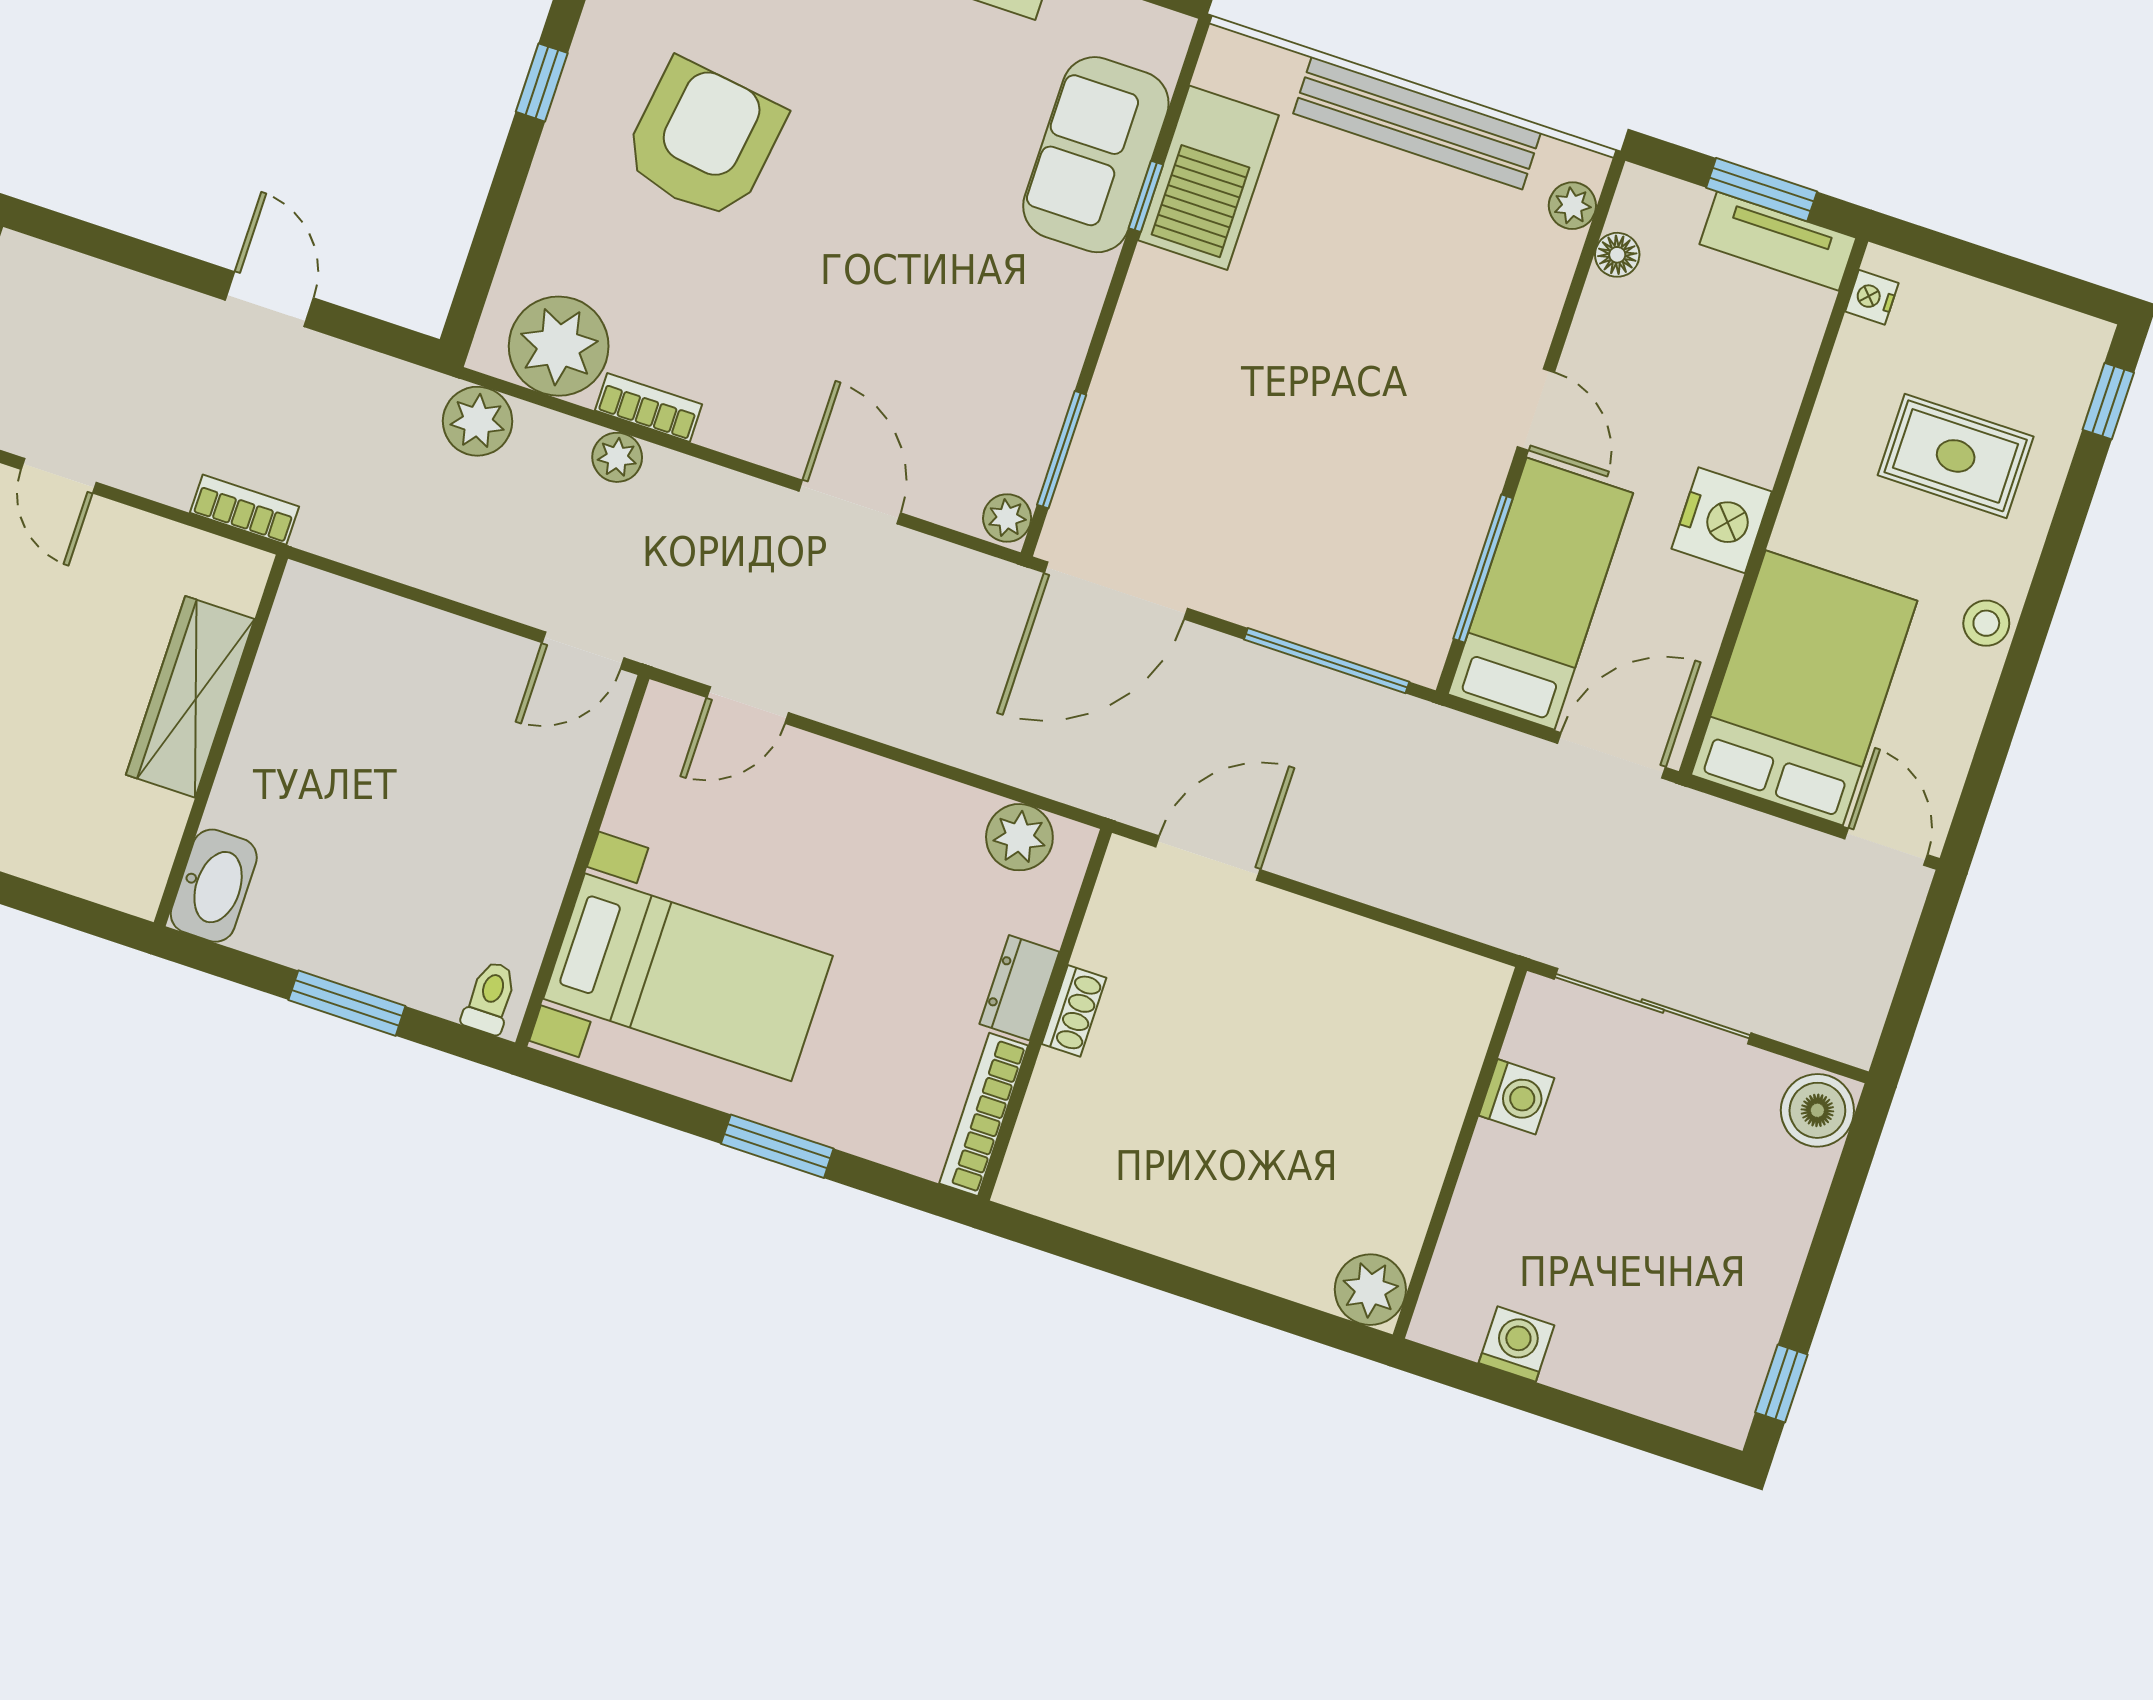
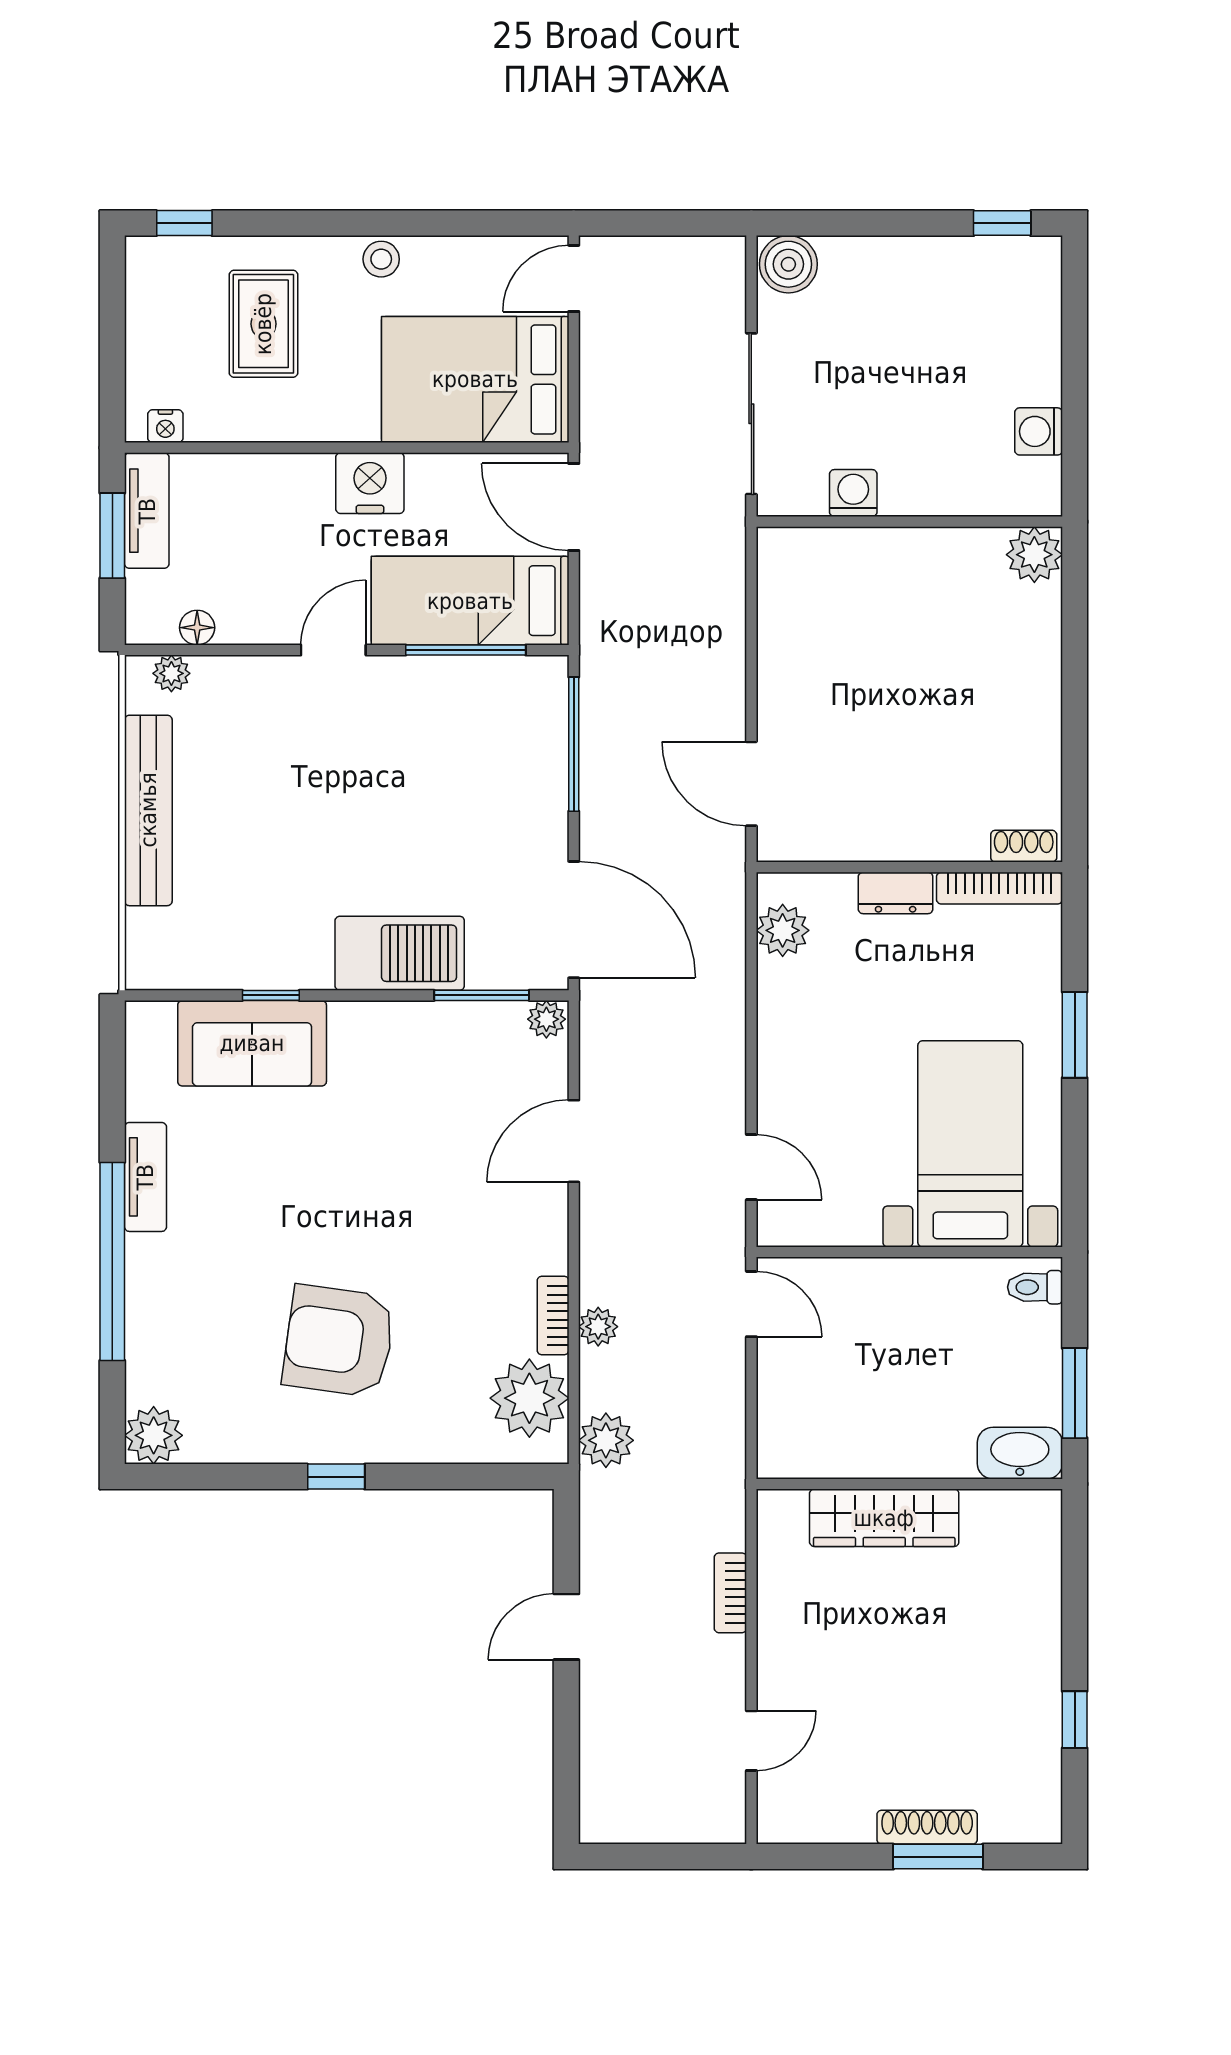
barbecue: (1208, 178) -> (400, 953), moved
wardrobe: (190, 697) -> (884, 1518), moved
wall: (221, 740) -> (909, 1484), moved
washbasin: (214, 886) -> (1020, 1453), moved
shoe rack: (1074, 1011) -> (1024, 846), moved

